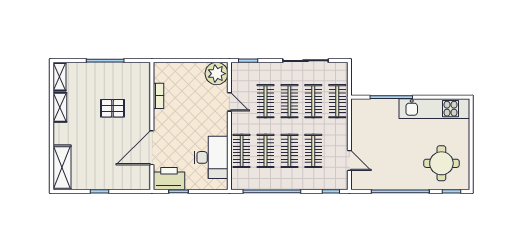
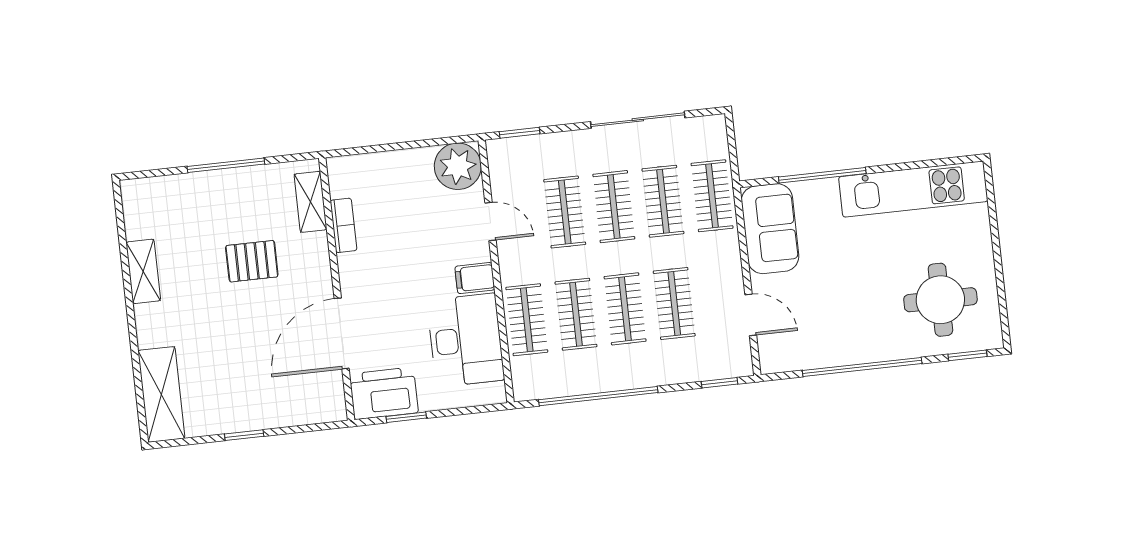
shelving: (59, 77) -> (310, 202), moved
sofa: (363, 120) -> (770, 229), added
filing cabinet: (219, 128) -> (475, 278), added

